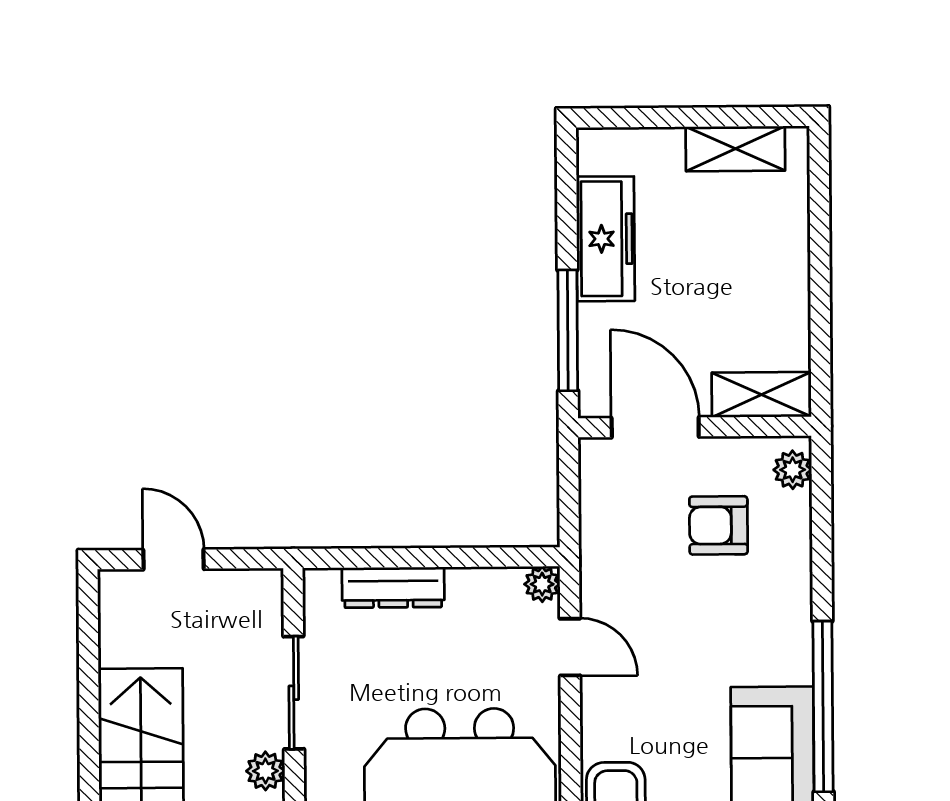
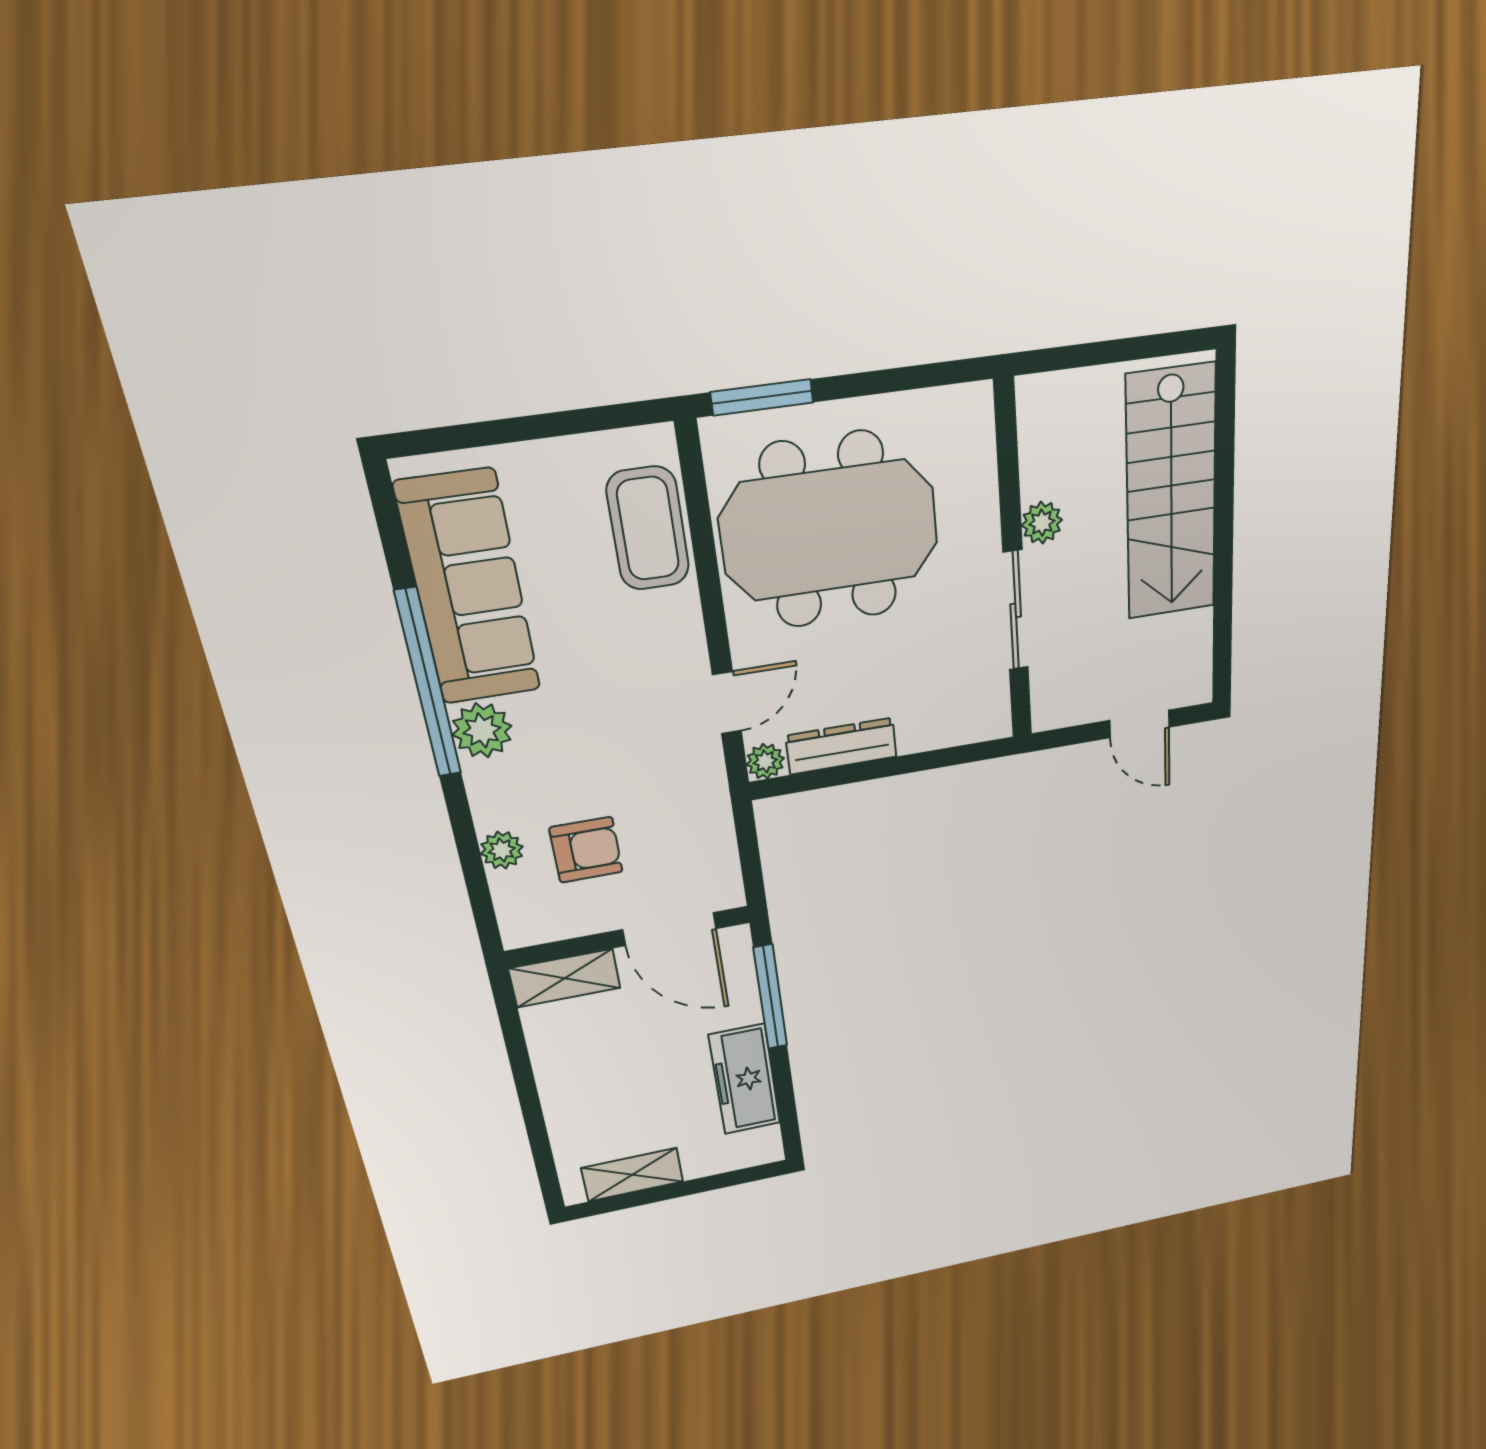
plant: (793, 470) -> (502, 850), moved
dresser: (393, 587) -> (841, 746), moved
door: (570, 647) -> (727, 703), swing flipped
plant: (787, 657) -> (482, 730), added

